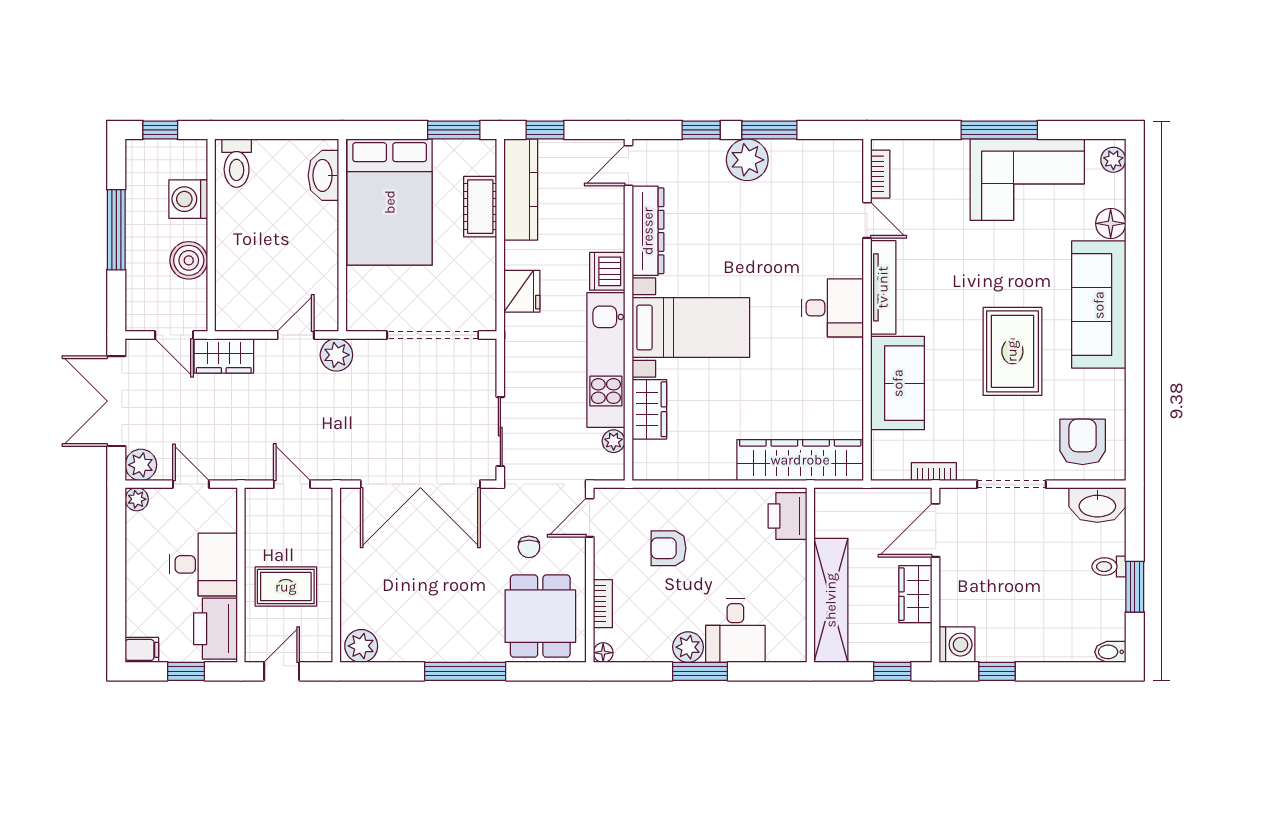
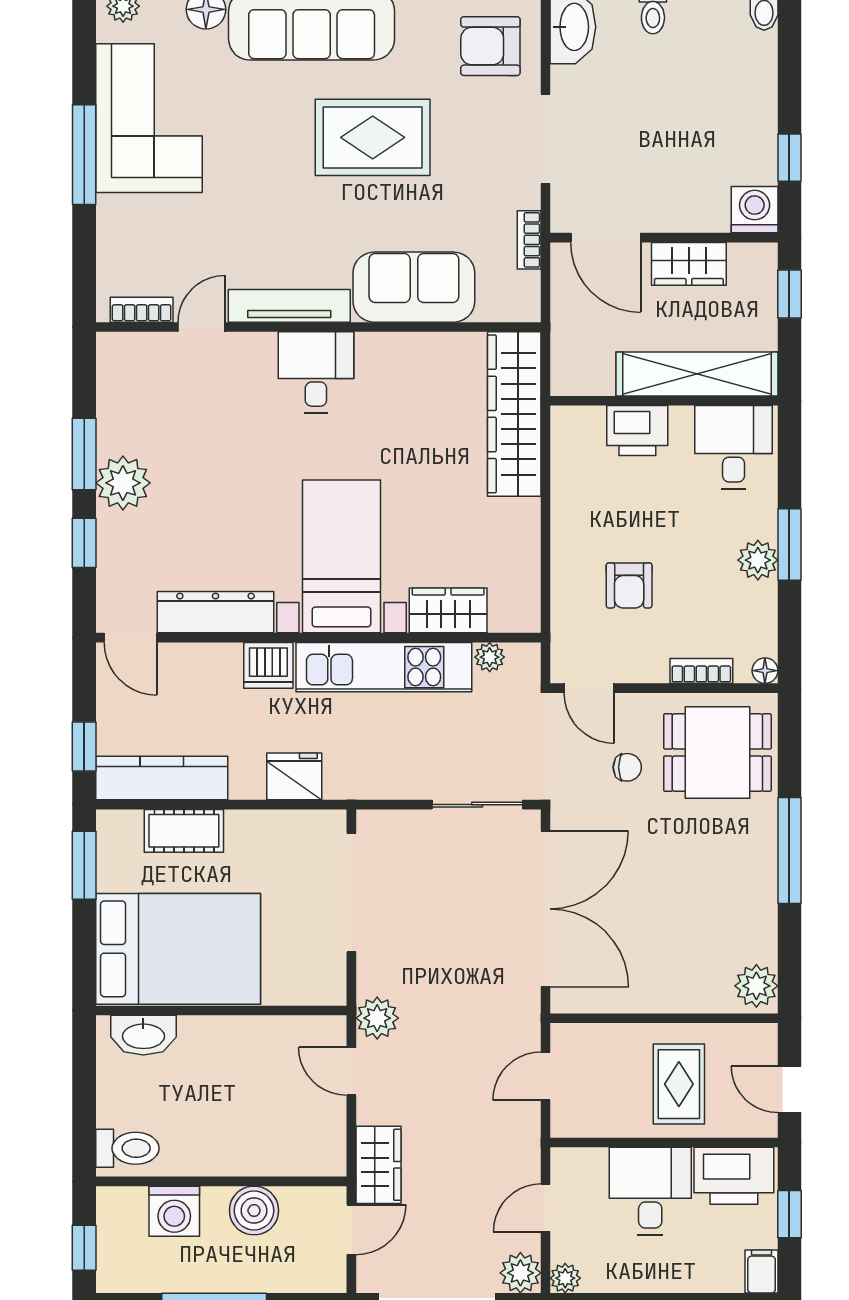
printer: (787, 516) -> (637, 430), moved
desk: (735, 630) -> (734, 447), moved, turned -90

